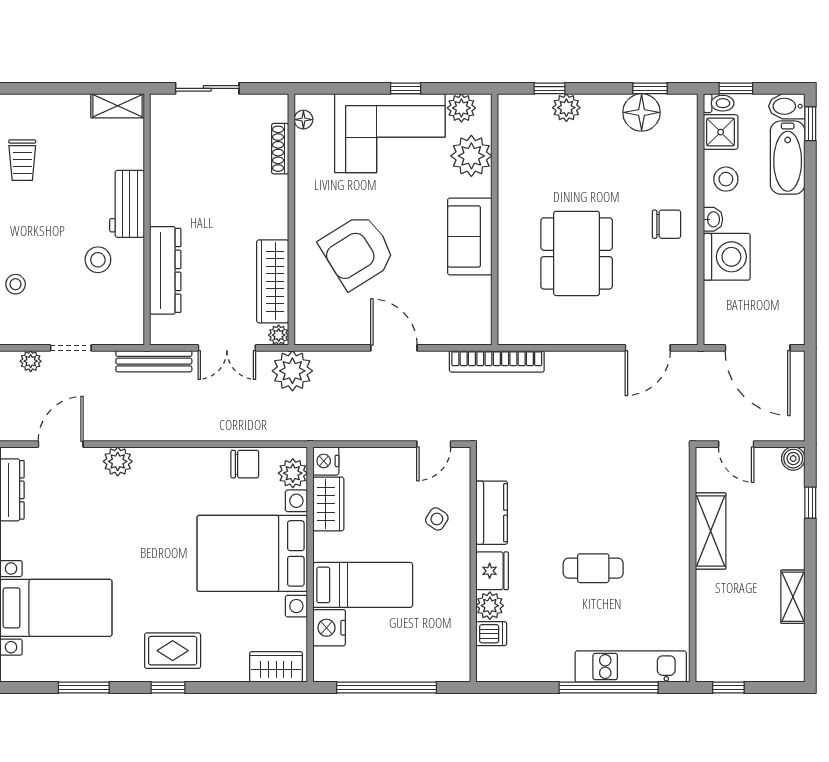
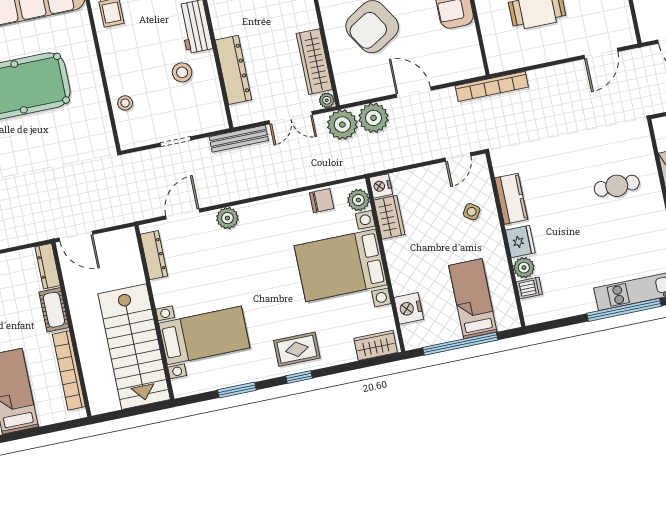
plant: (31, 361) -> (374, 118), moved, width x1.87, depth x1.87
cafe table: (593, 568) -> (617, 186), moved
bed: (363, 585) -> (473, 299), moved, turned -90

